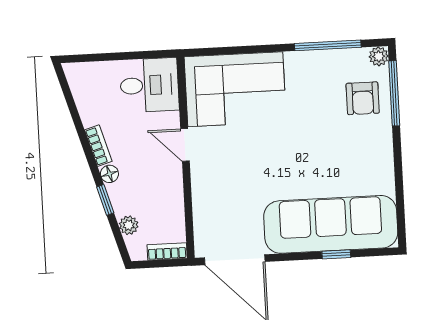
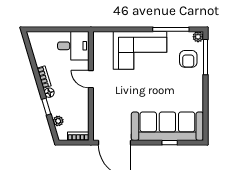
corner sofa: (235, 89) -> (140, 50), moved

